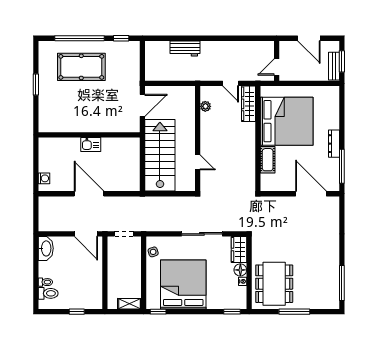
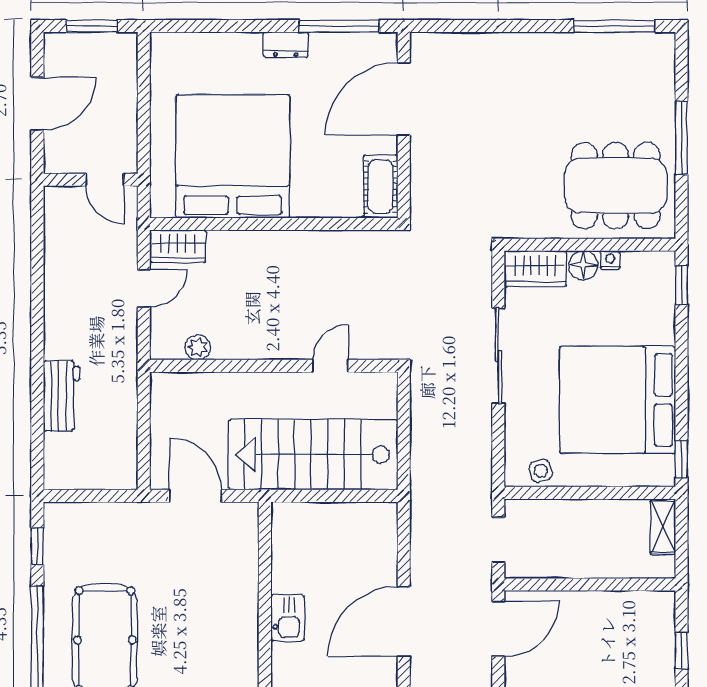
bench: (334, 66) -> (103, 45), removed
wardrobe: (248, 104) -> (178, 246), width x0.67
dresser: (334, 144) -> (286, 45), width x0.70
cot: (268, 160) -> (381, 187), moved, turned 90

